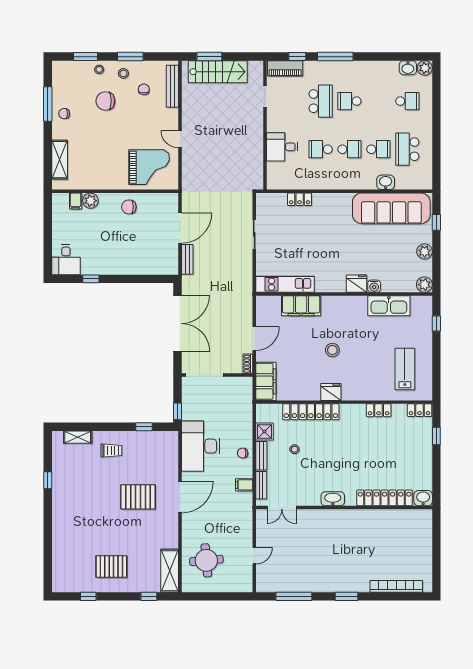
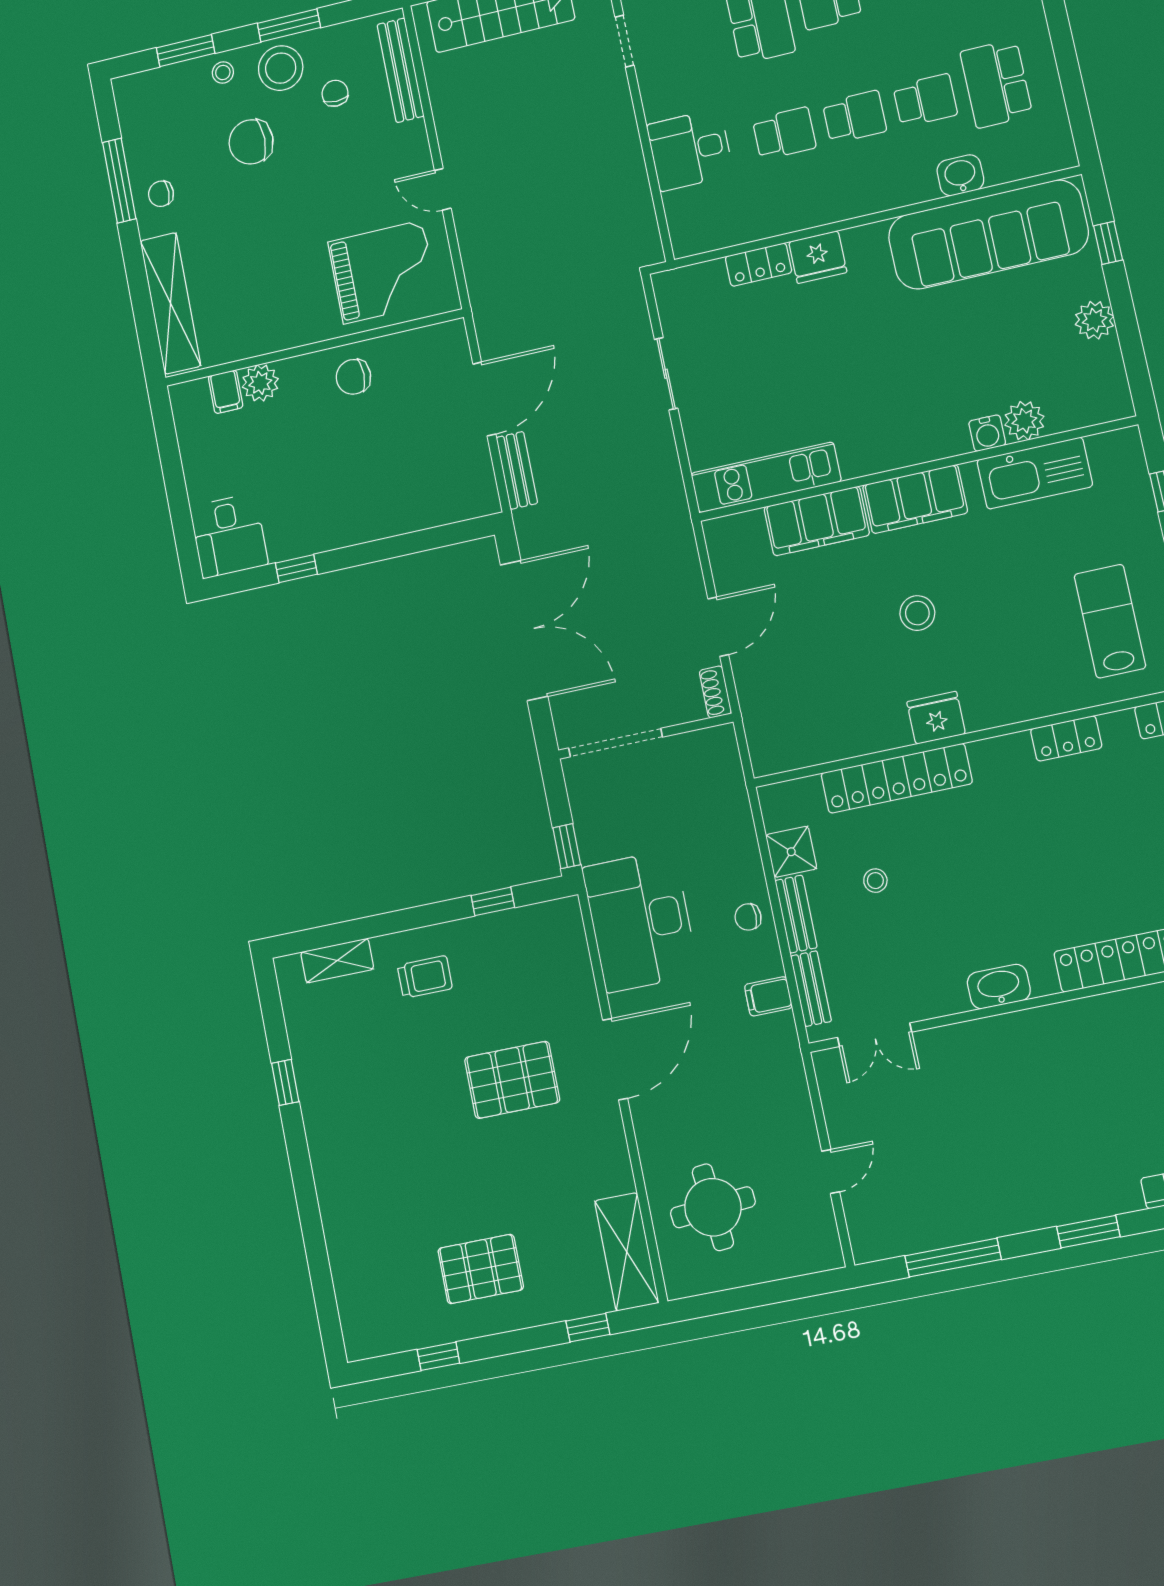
stool: (123, 73) -> (281, 68), width x1.89, depth x1.89
school desk: (321, 149) -> (784, 134), turned 180
shelving: (60, 160) -> (170, 303), width x1.47
fridge: (357, 284) -> (818, 257), moved, turned 180
plant: (424, 285) -> (1024, 421), moved
filing cabinet: (266, 381) -> (915, 499), moved, turned 90

